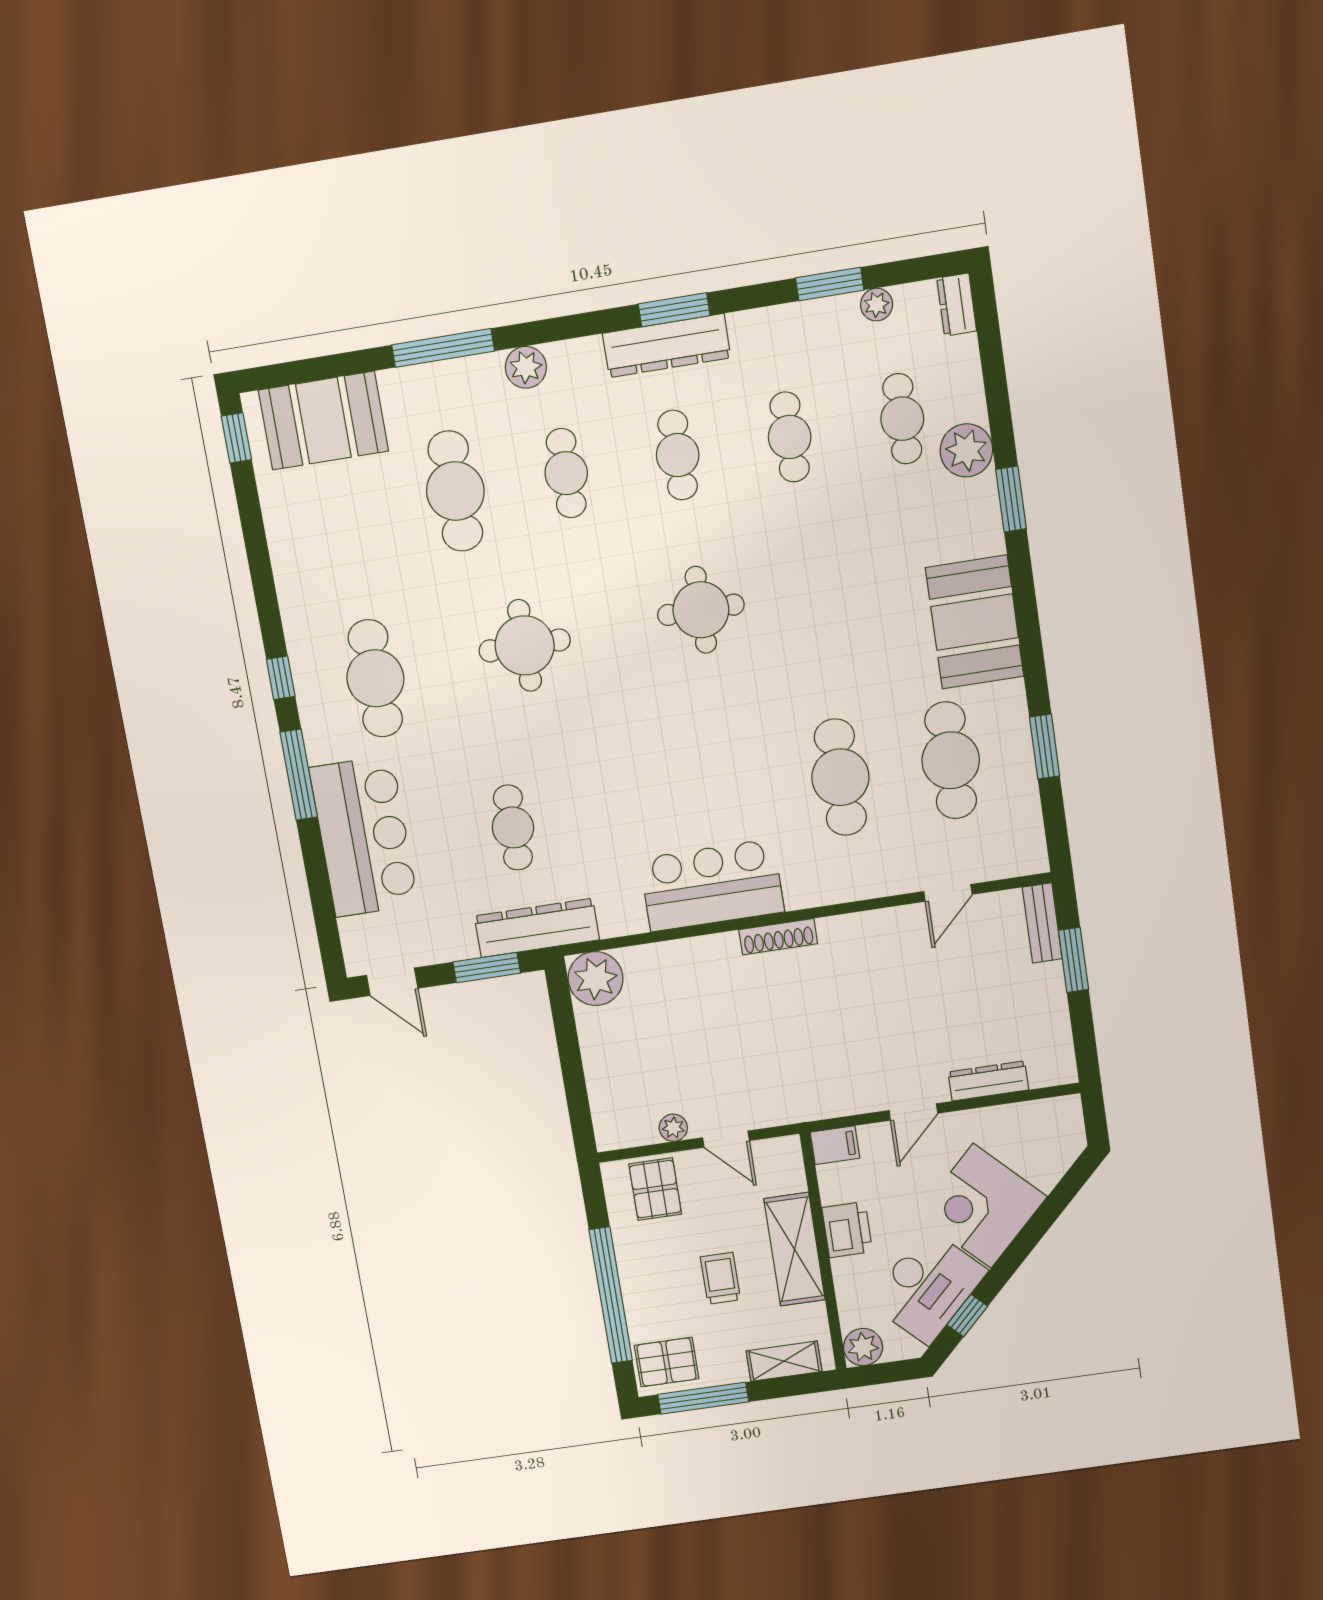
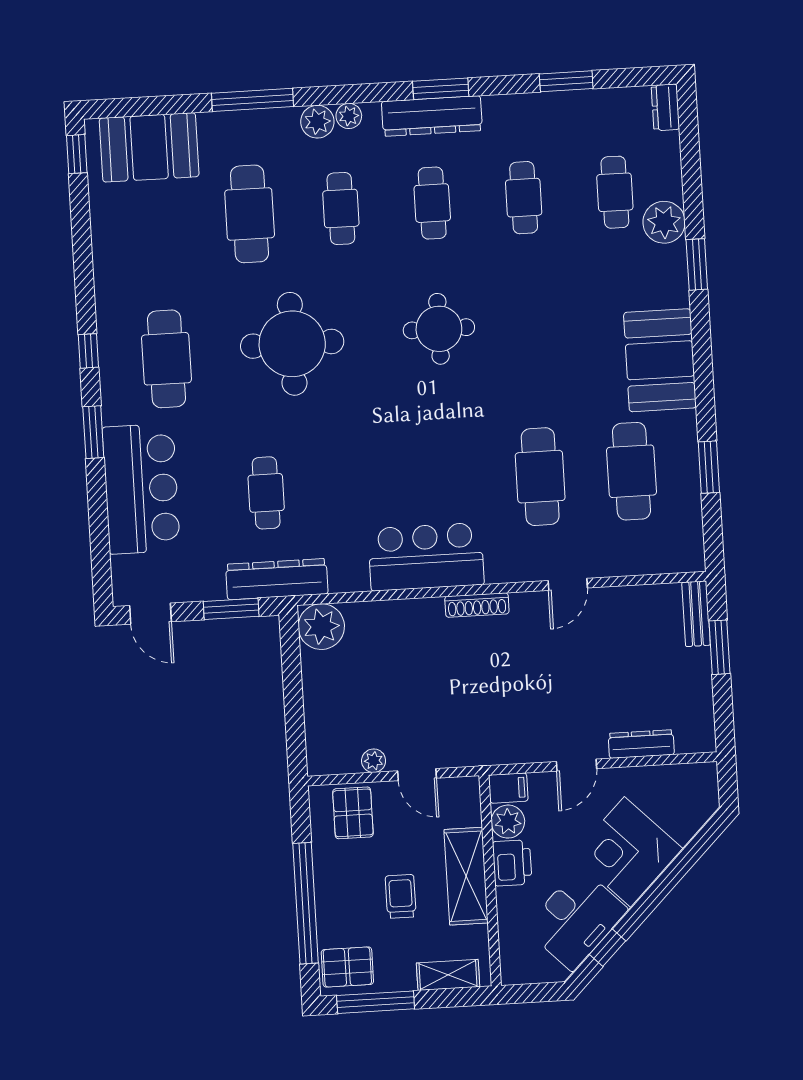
plant: (877, 305) -> (349, 116), moved
round table: (525, 645) -> (292, 344), width x1.36, depth x1.36
window: (299, 775) -> (93, 432), width x0.69
door: (948, 893) -> (568, 584), moved
plant: (863, 1347) -> (508, 822), moved

